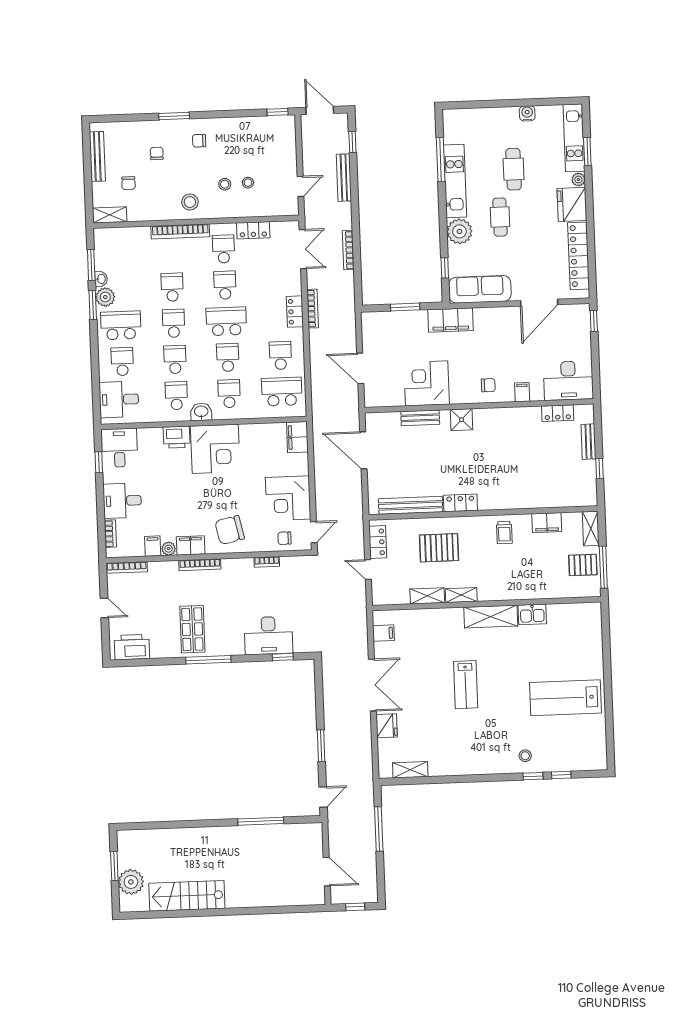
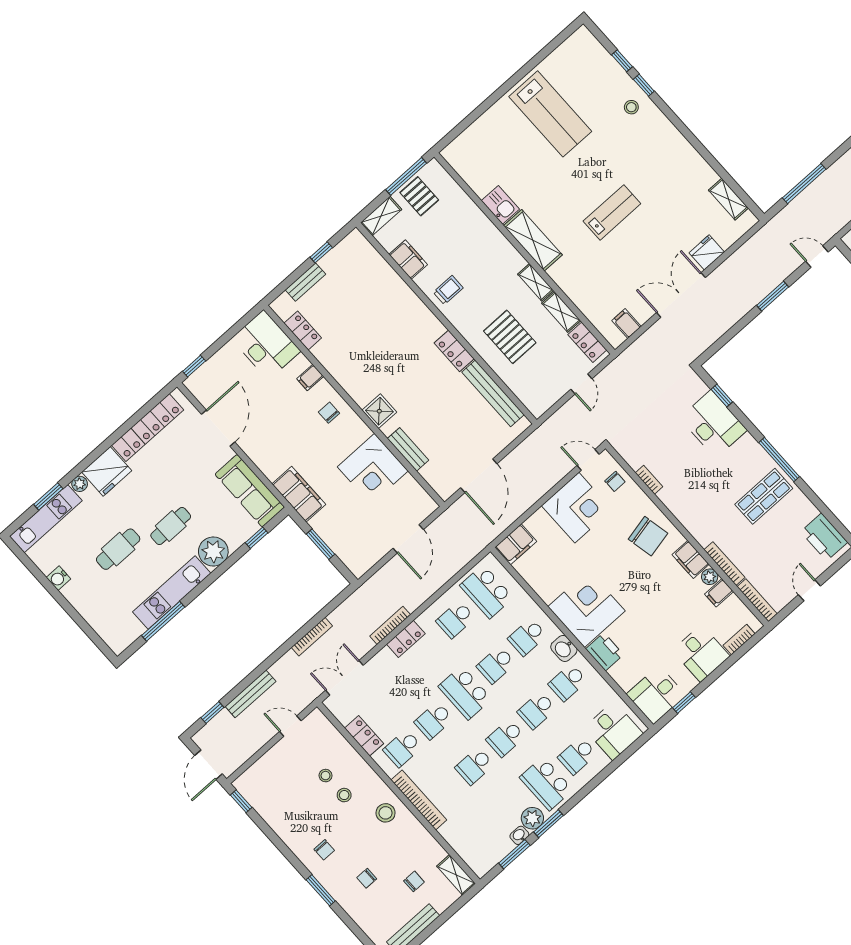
door: (539, 303) -> (218, 428), hinge flipped
locker: (378, 542) -> (587, 342), moved, turned -90
bookcase: (200, 565) -> (724, 564), moved

